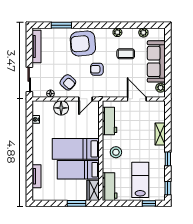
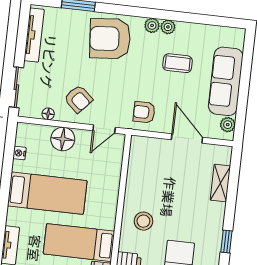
plant: (143, 33) -> (152, 25), moved
armchair: (97, 69) -> (144, 112), moved
workbench: (110, 121) -> (139, 169), removed
shelving: (160, 134) -> (220, 183), moved
bed: (76, 149) -> (47, 193), moved, turned 180

